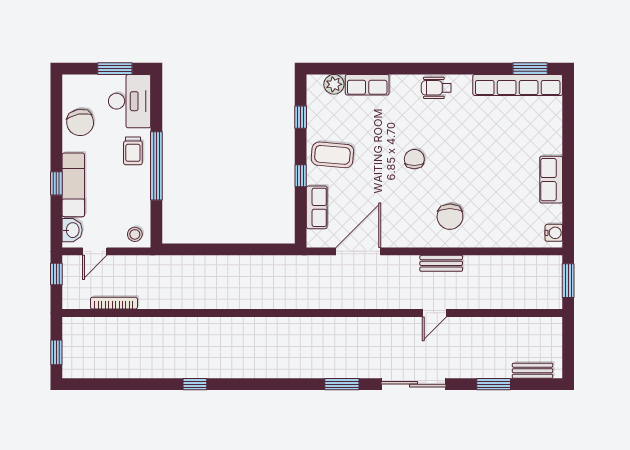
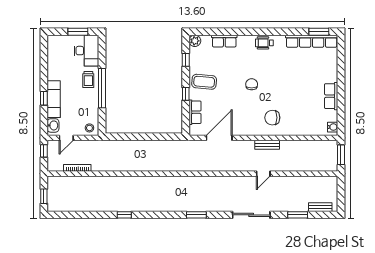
plant: (334, 84) -> (195, 41), moved
chair: (80, 122) -> (58, 63), removed
chair: (450, 217) -> (272, 118), turned 90
window: (342, 384) -> (196, 215), moved

